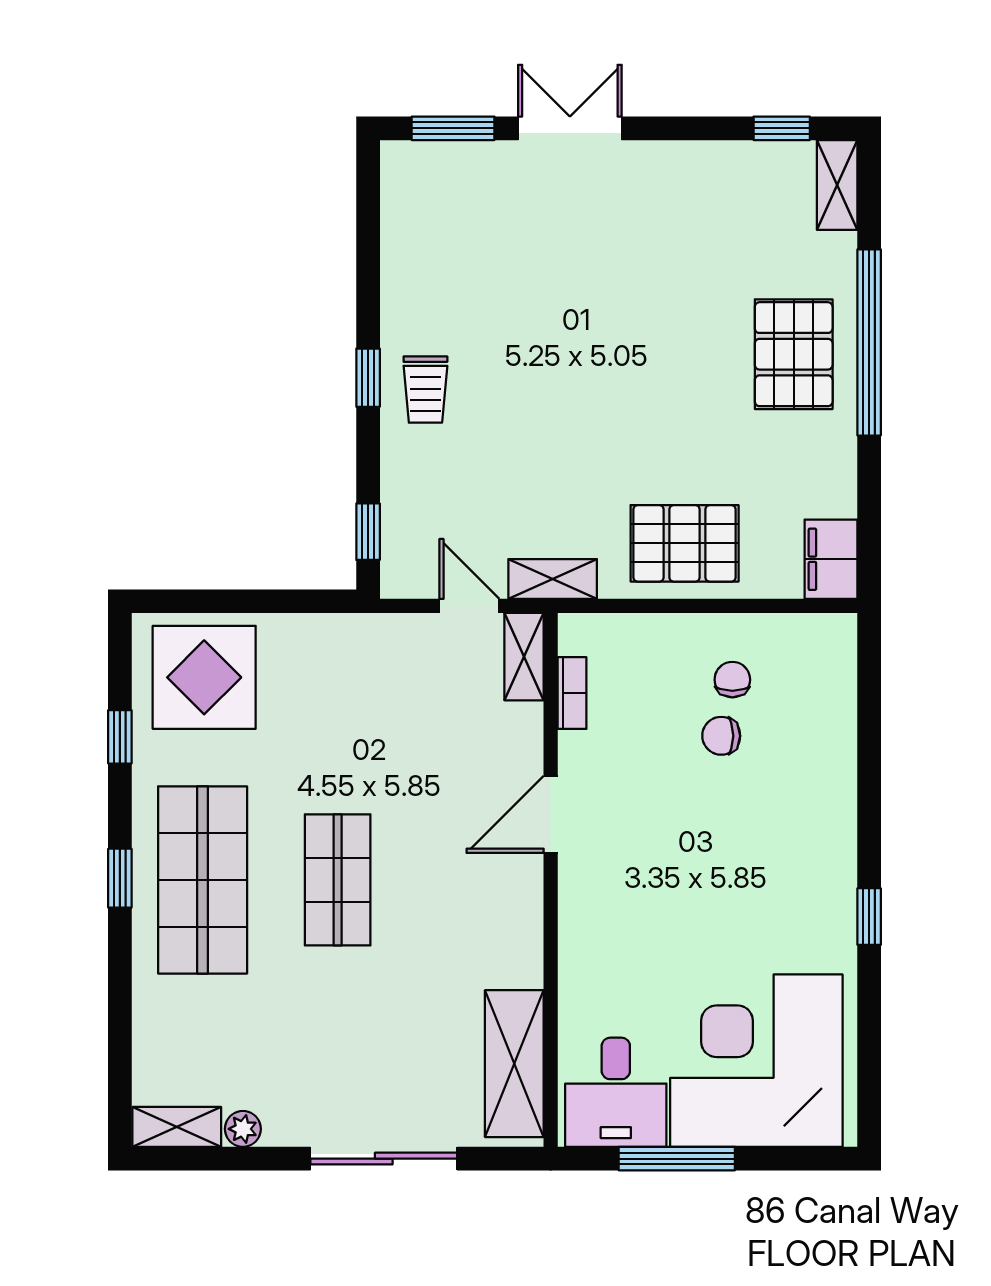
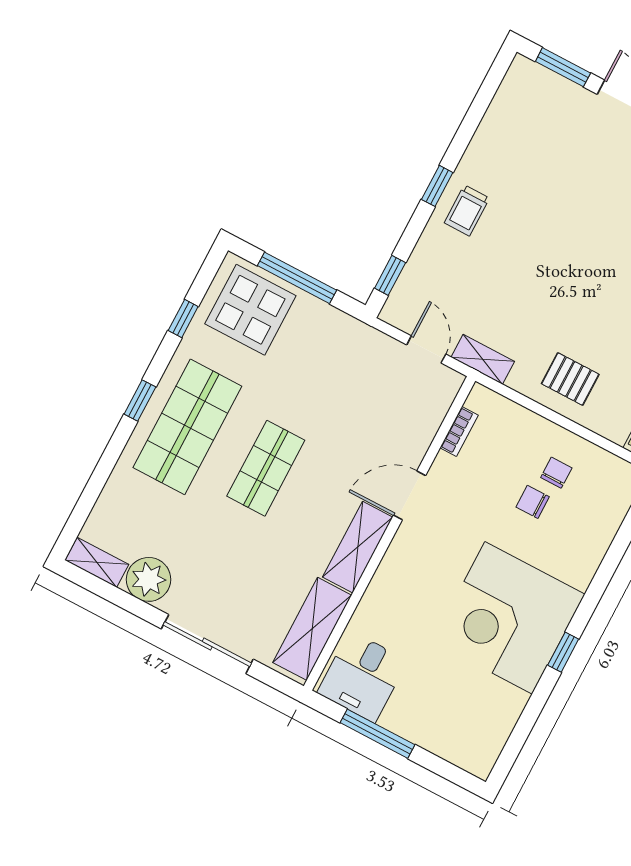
pallet: (685, 543) -> (570, 379), width x0.67, depth x0.71
window: (244, 601) -> (297, 278), added
shelving: (524, 657) -> (358, 547), moved, width x1.50, depth x1.33
corner desk: (756, 1061) -> (509, 618), moved, turned -90
plant: (243, 1129) -> (149, 579), width x1.88, depth x1.88

